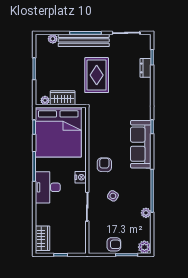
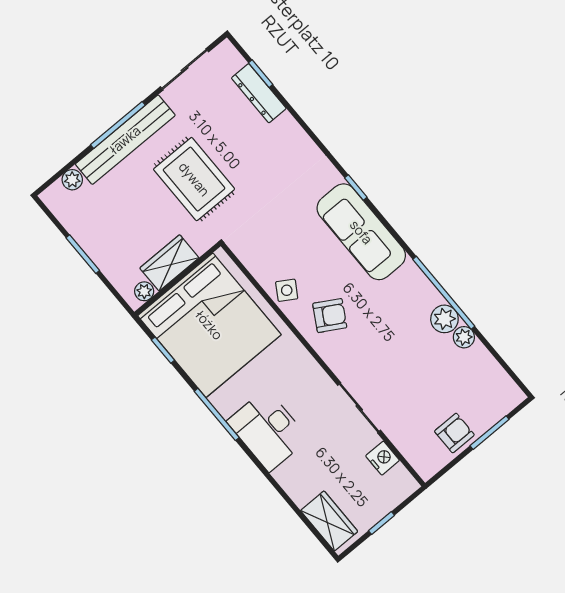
dresser: (146, 68) -> (259, 93), width x1.44
armchair: (104, 165) -> (330, 316), turned 119
nightstand: (81, 177) -> (383, 458), moved
side table: (113, 196) -> (287, 290), moved
plant: (144, 247) -> (444, 319), moved

